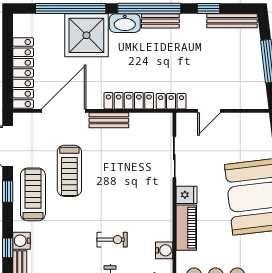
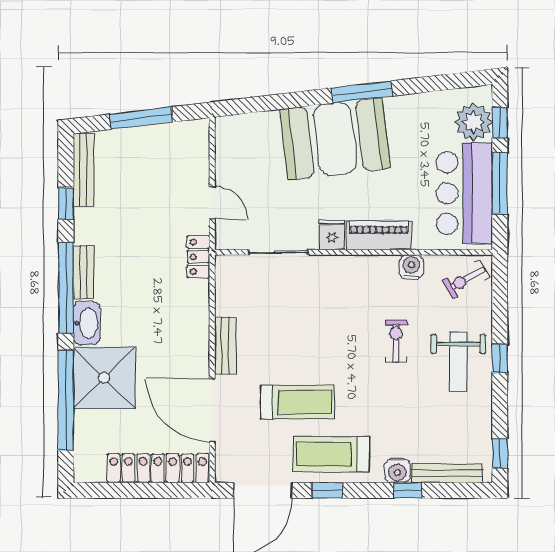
locker: (129, 101) -> (198, 317), removed

